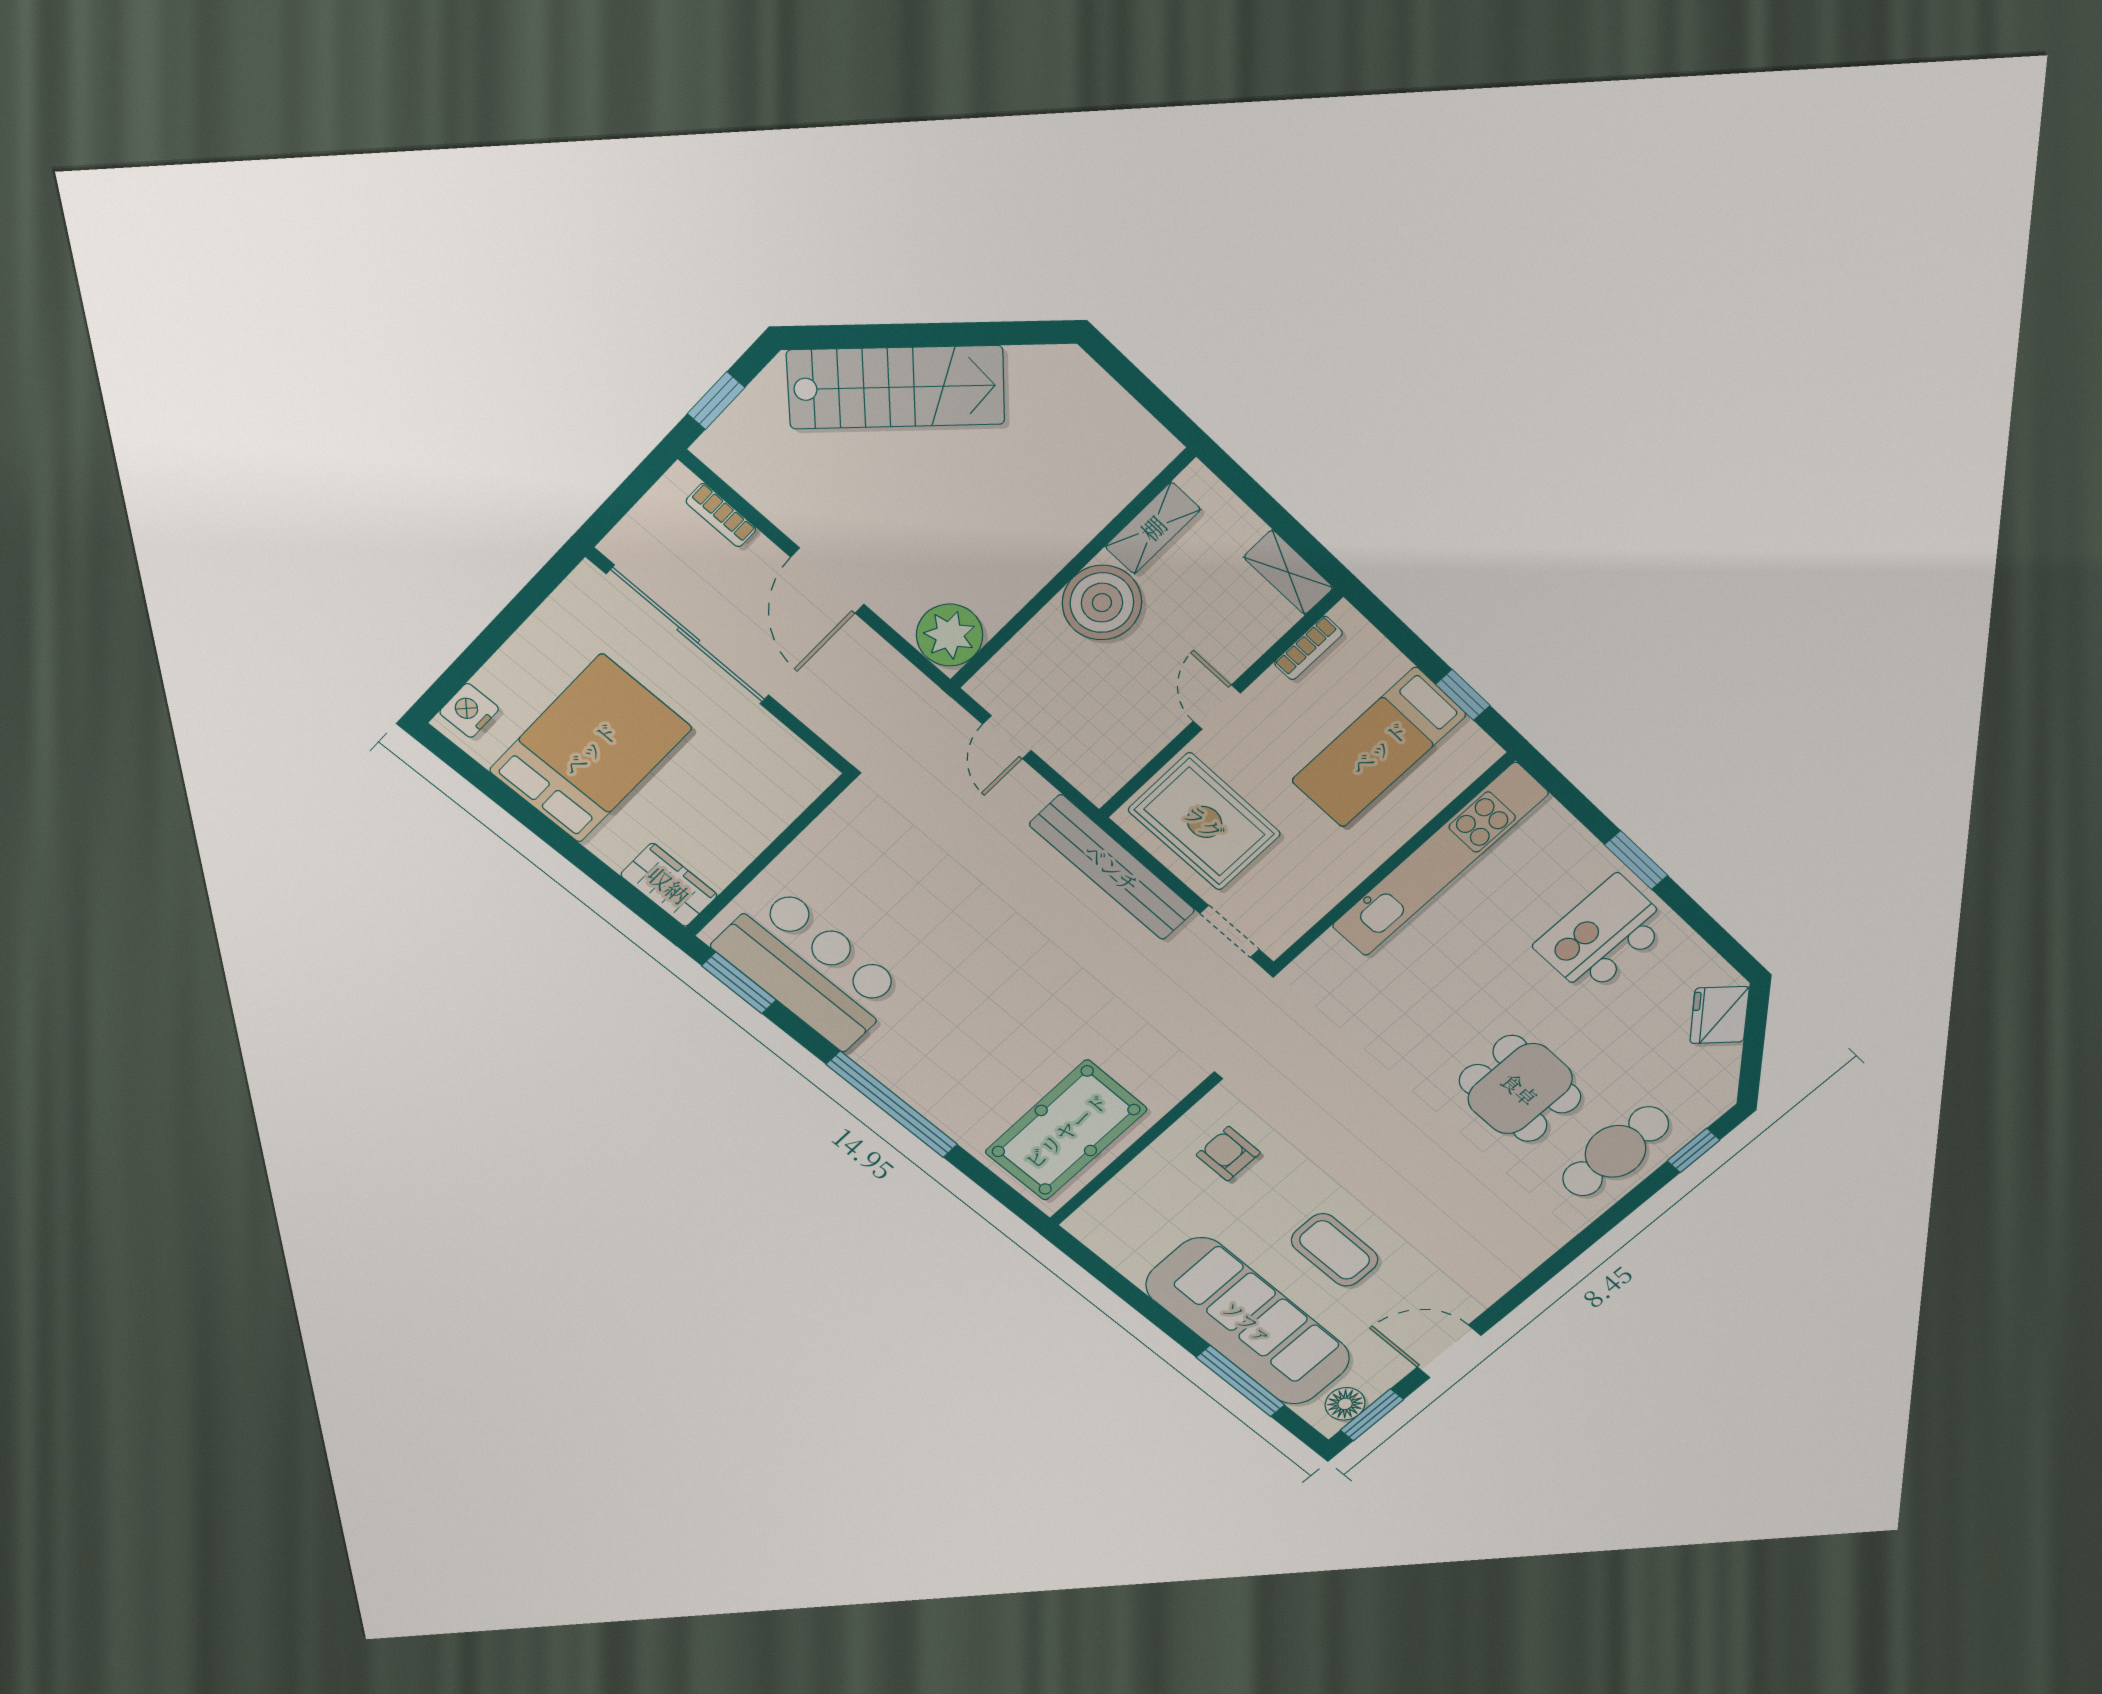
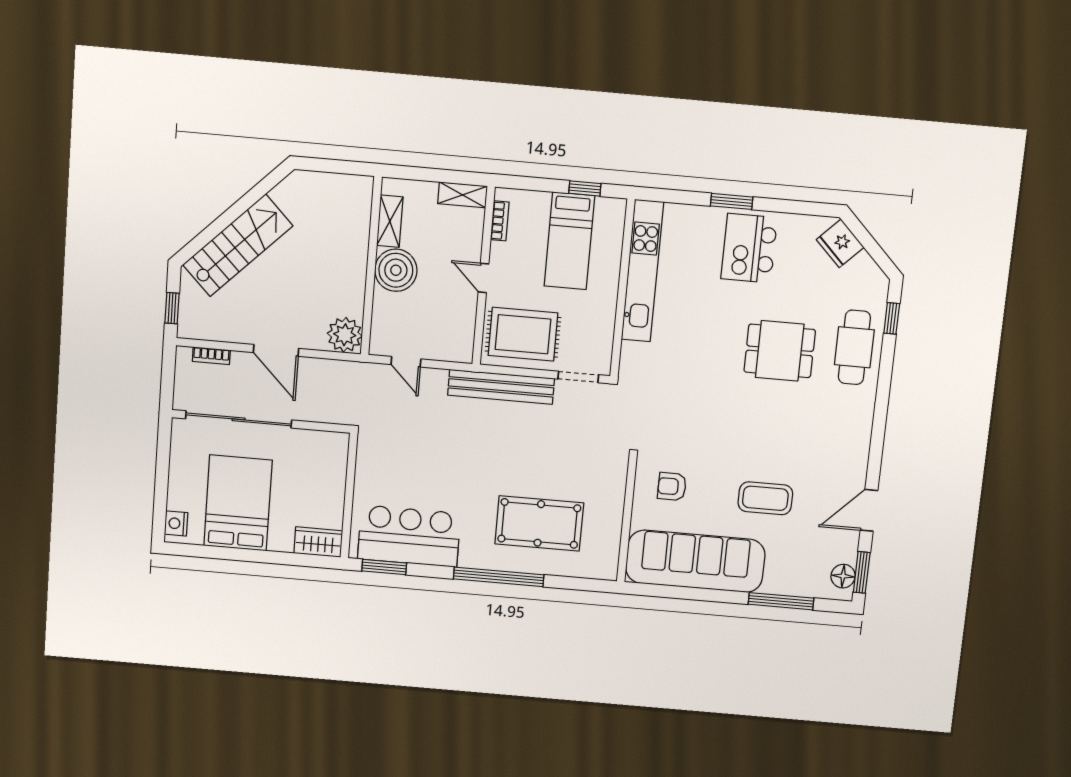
pool table: (1066, 1131) -> (539, 523), moved, turned 90
sofa: (1248, 1322) -> (695, 561), moved

